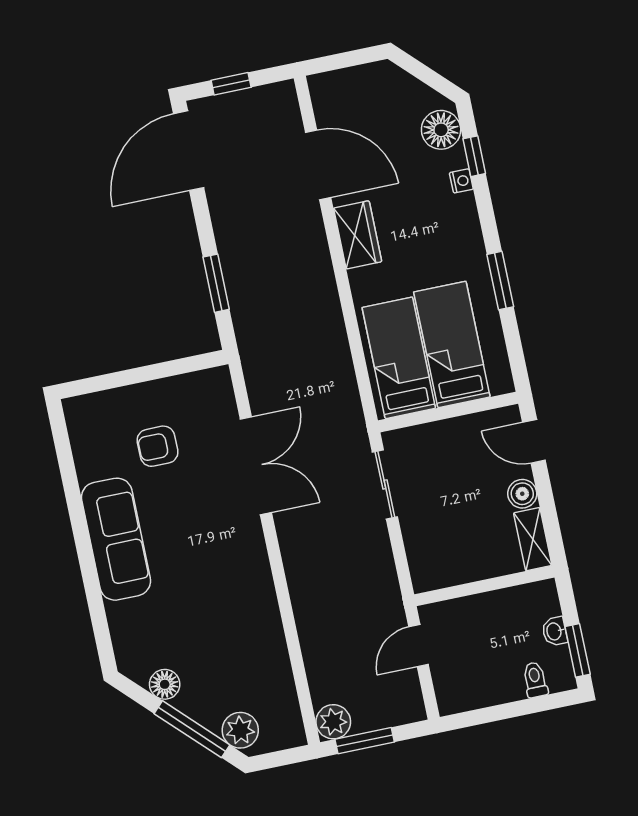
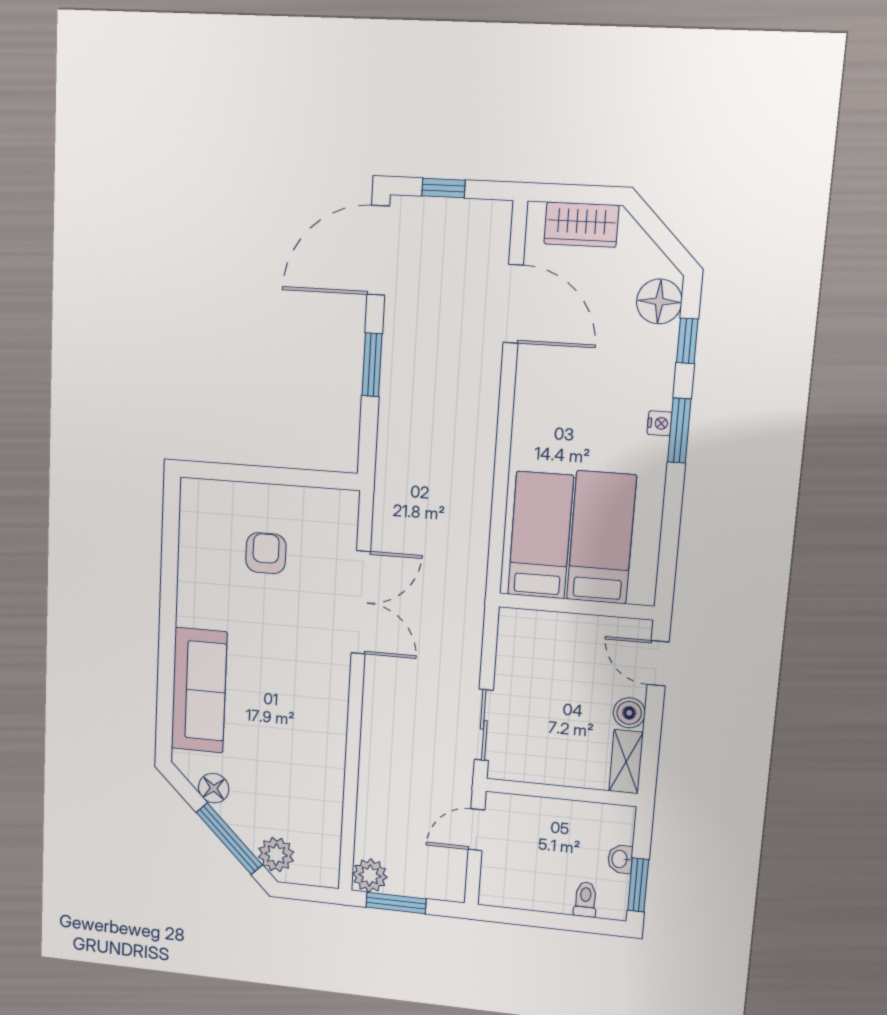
nightstand: (461, 181) -> (660, 423), moved
wardrobe: (358, 235) -> (581, 225), moved, turned 90
window: (500, 281) -> (679, 431), moved
window: (216, 283) -> (372, 365), moved
armchair: (158, 446) -> (266, 553), turned 90
sliding door: (385, 484) -> (484, 725), moved
sofa: (116, 539) -> (199, 690), moved

